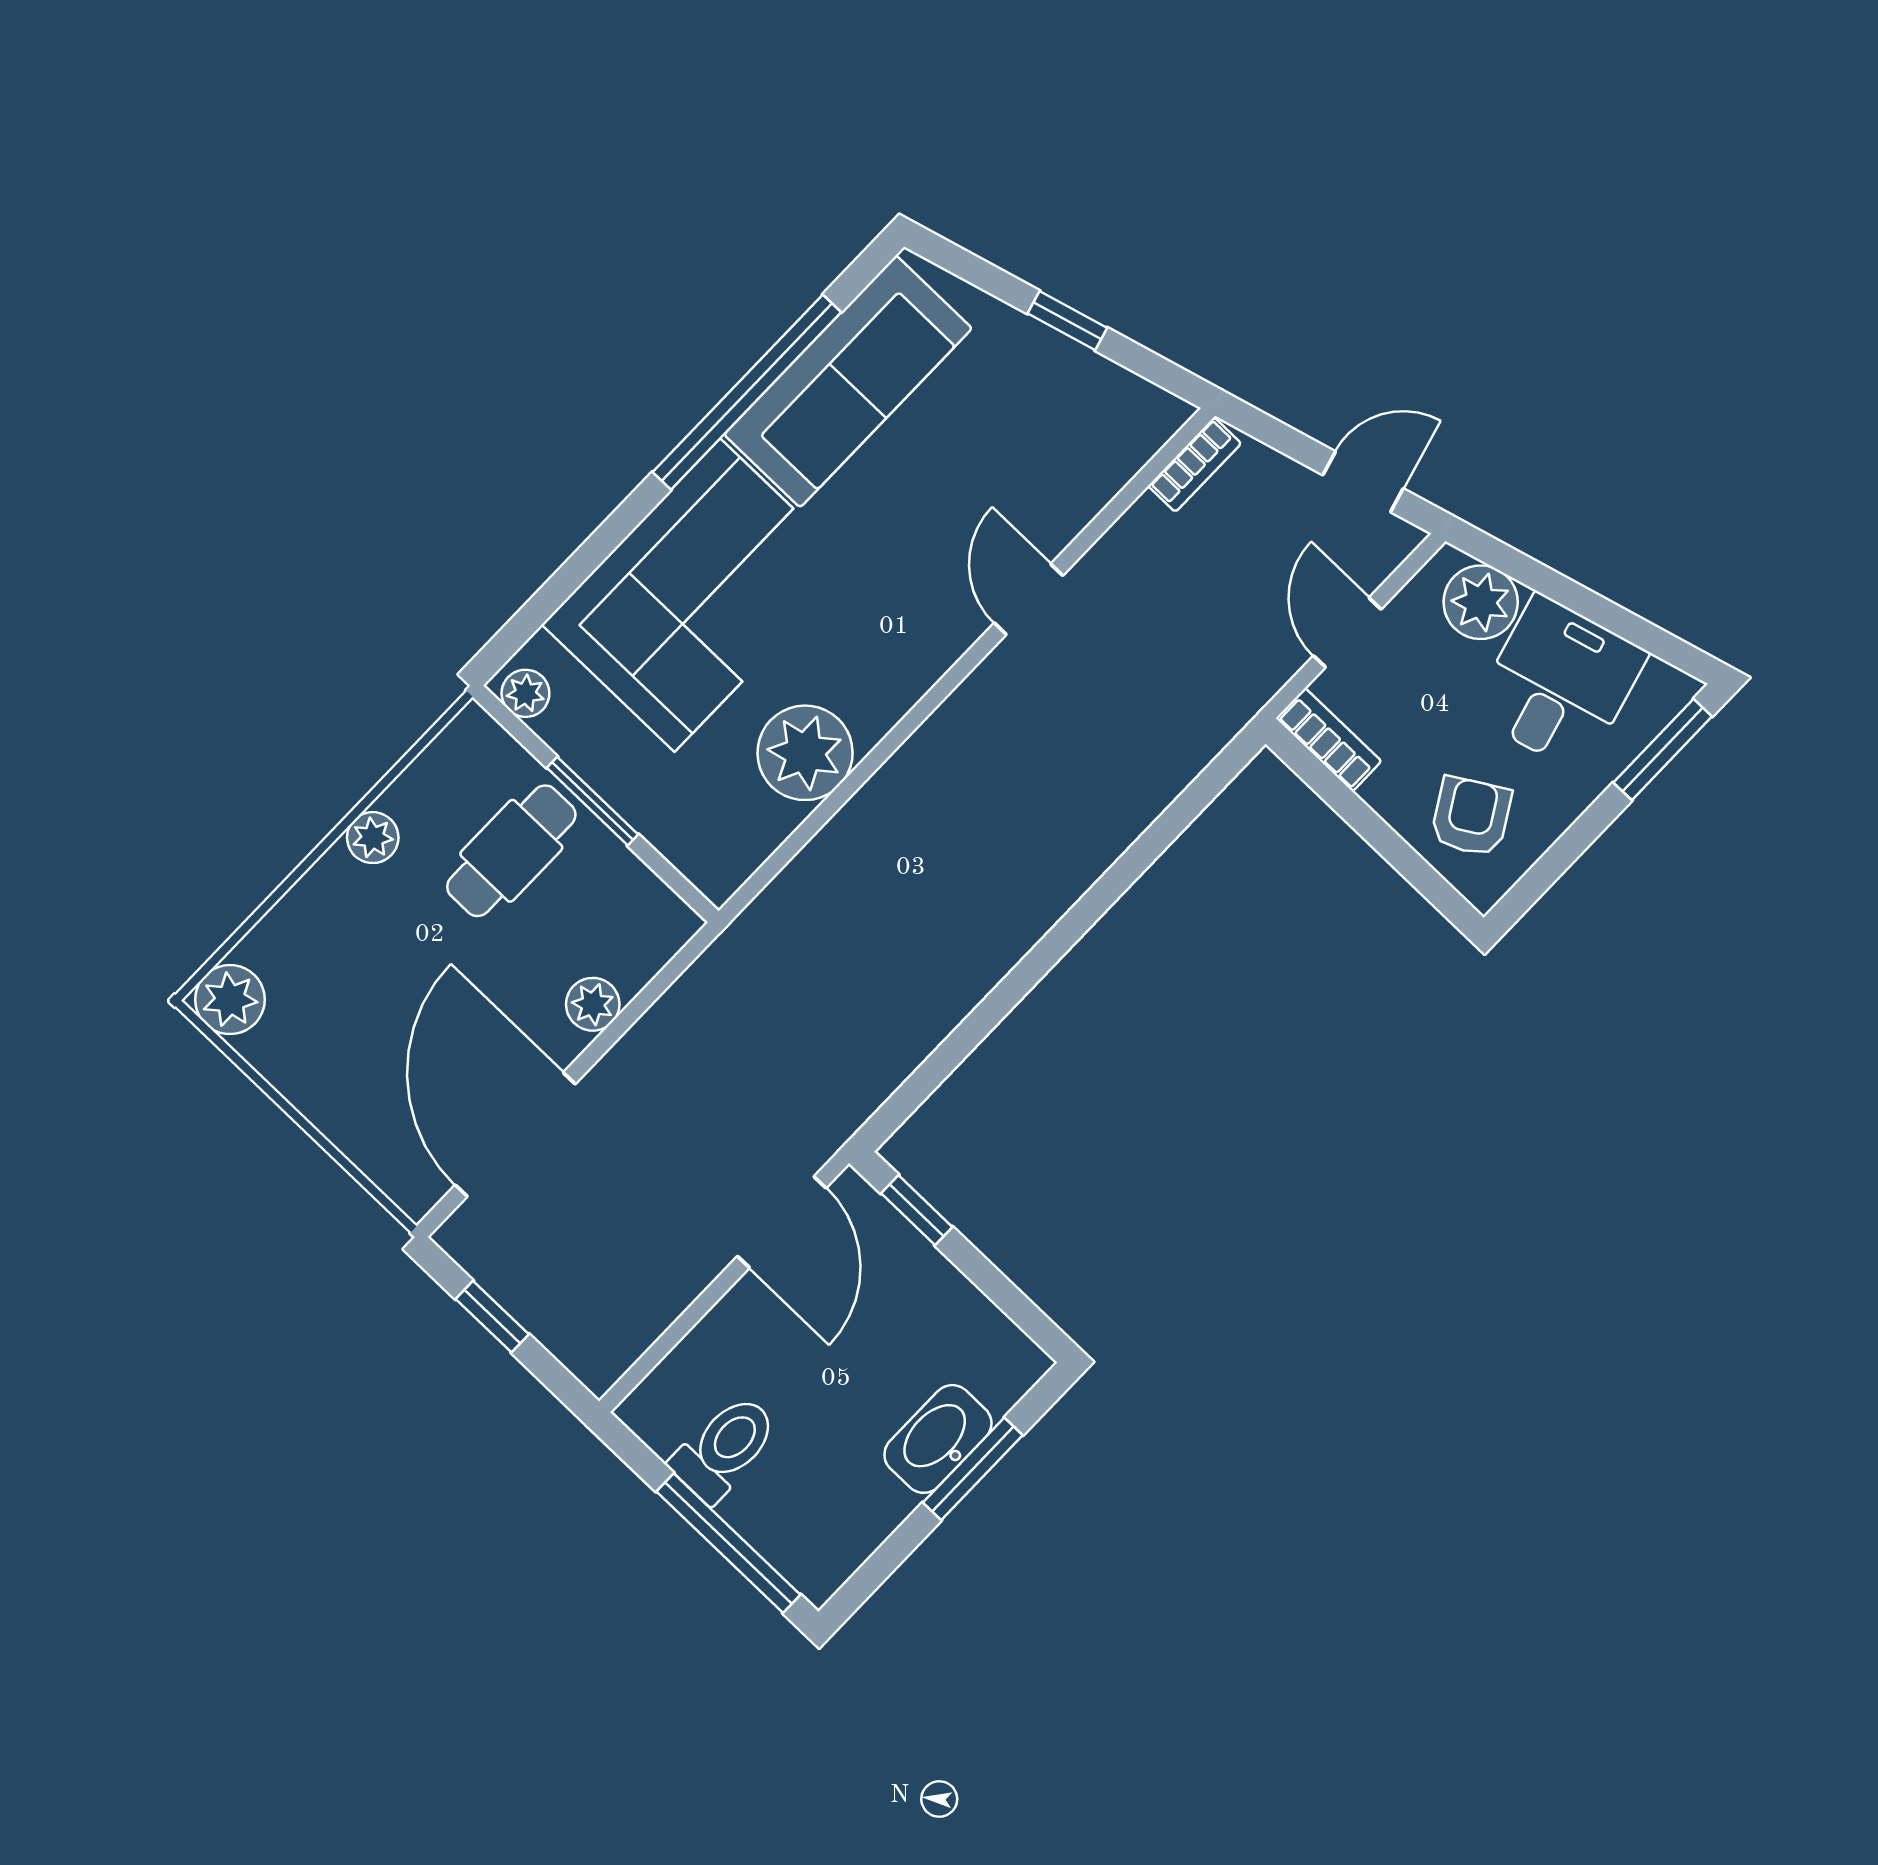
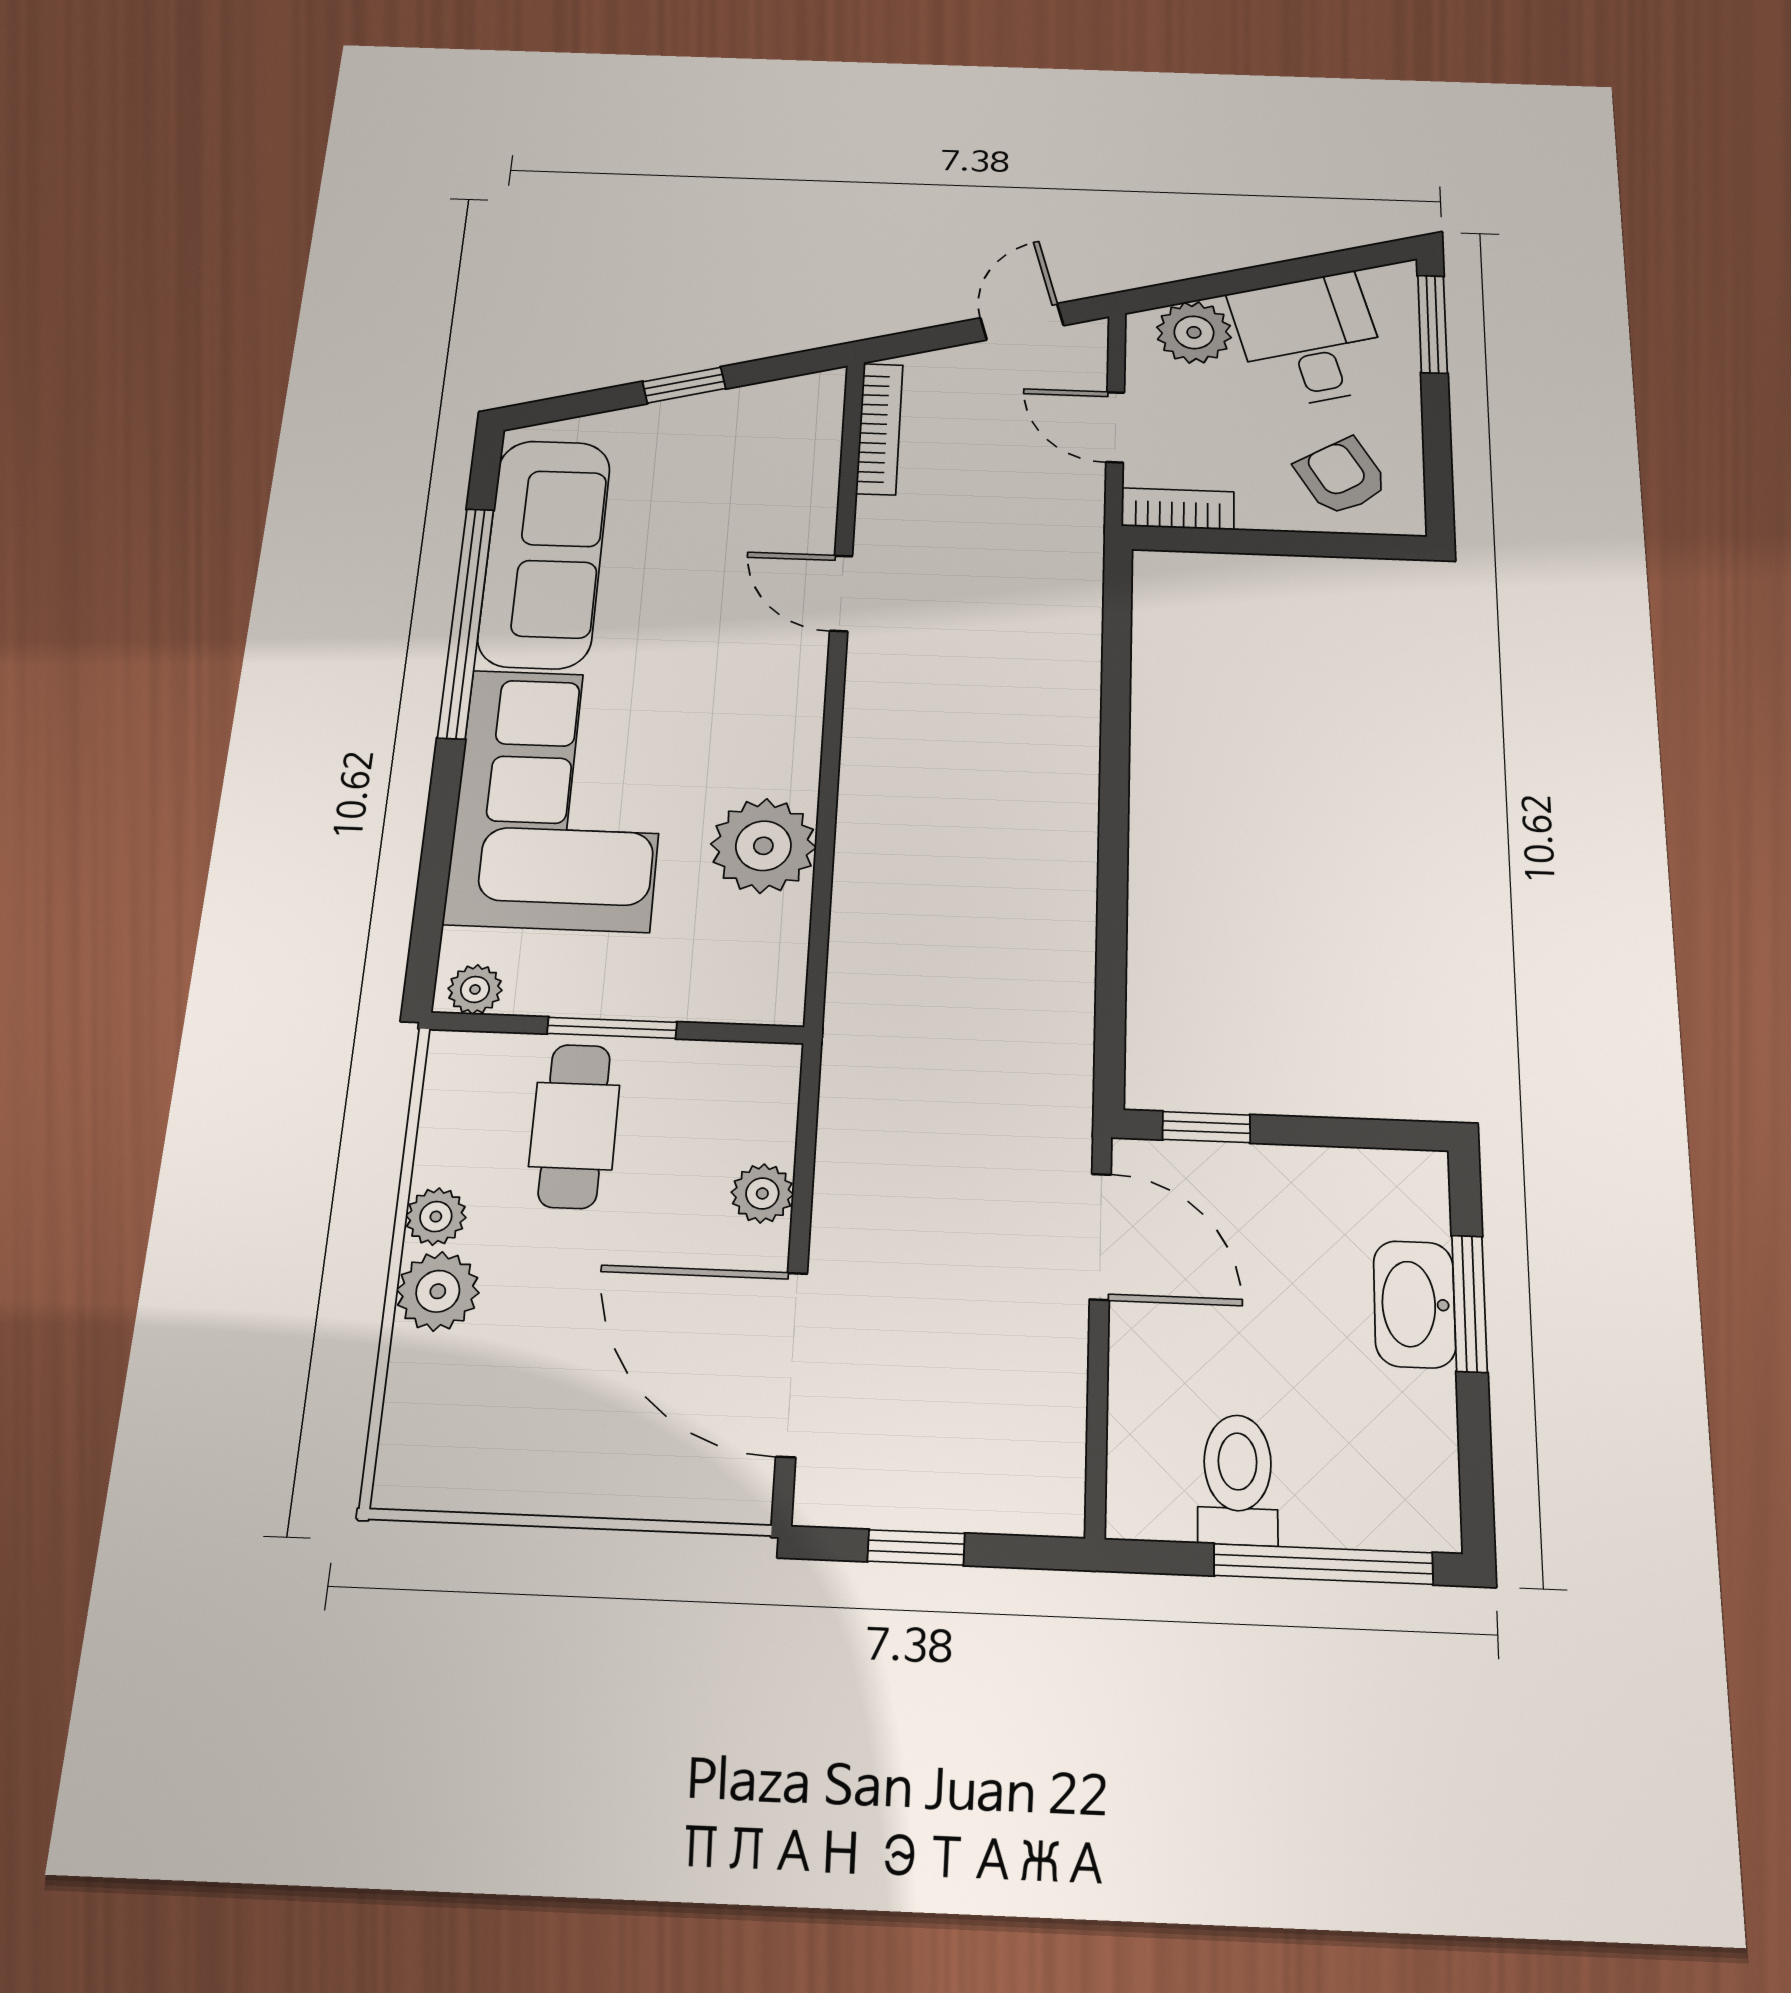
bookcase: (1195, 465) -> (879, 429), width x1.56
plant: (230, 1000) -> (438, 1291), moved

